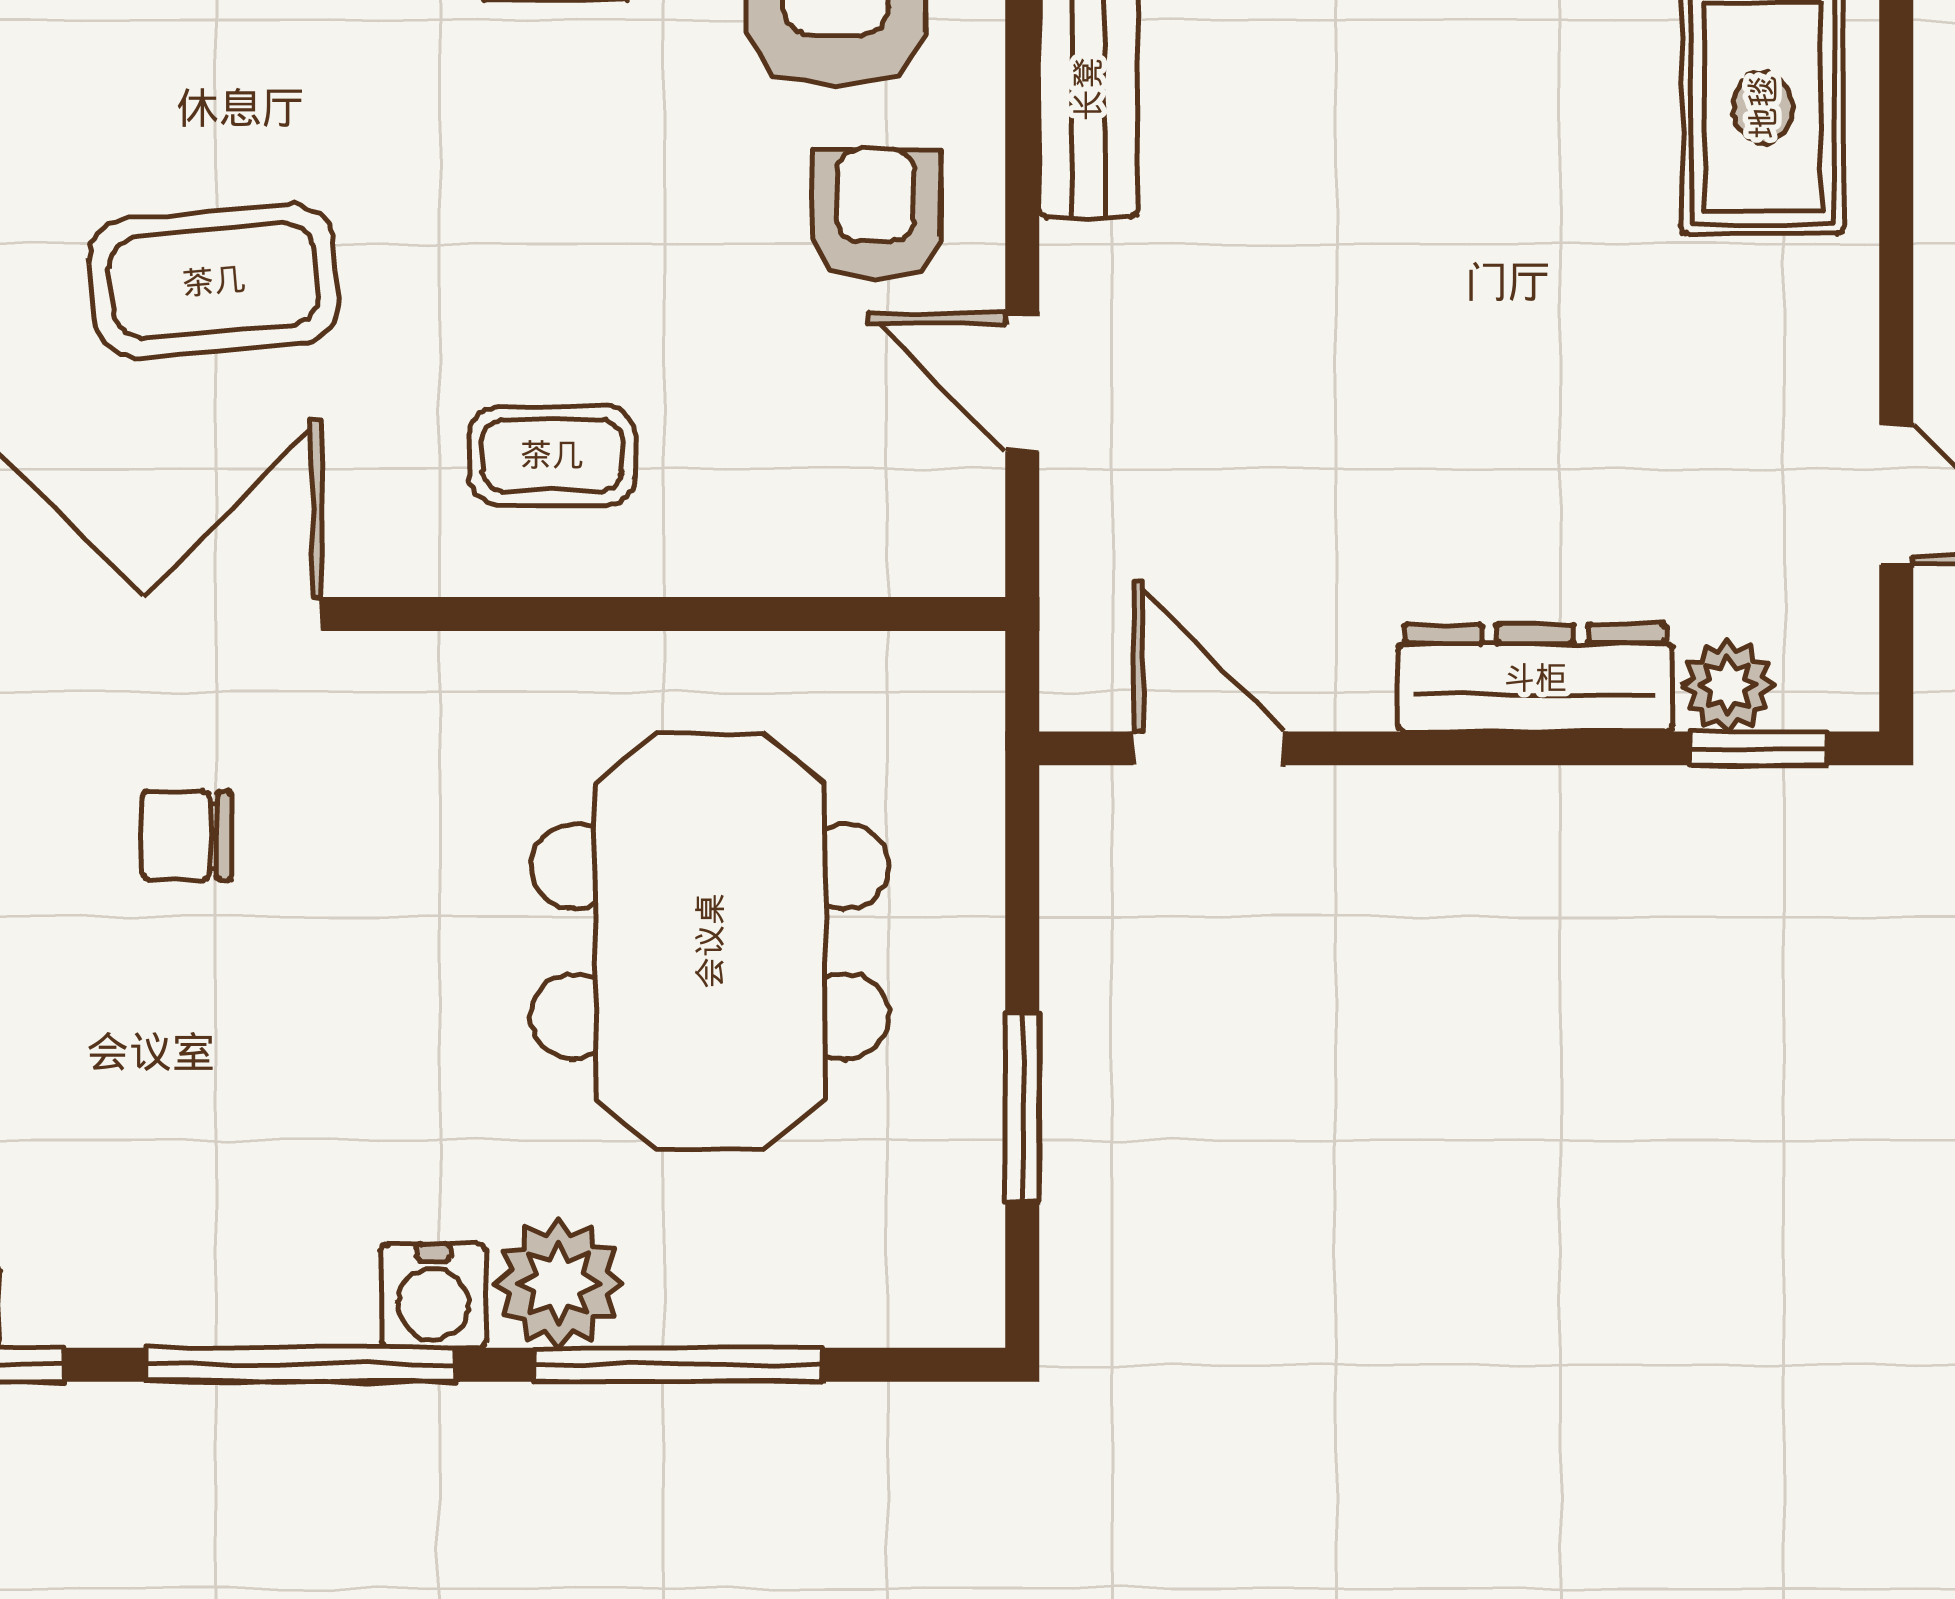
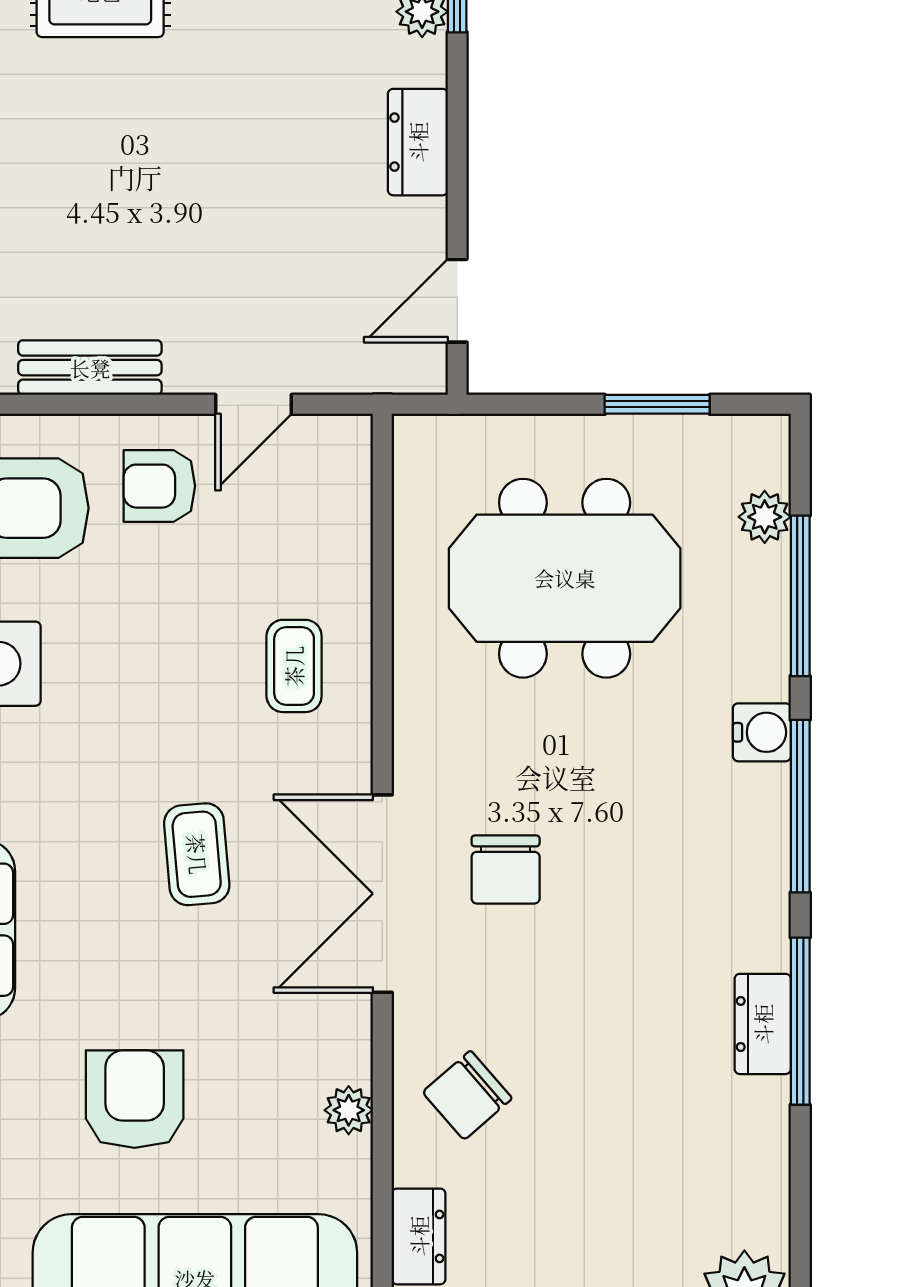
coffee table: (214, 281) -> (197, 854), width x0.73, depth x0.77
dresser: (1535, 678) -> (418, 142), width x0.70
chair: (187, 835) -> (506, 870), width x1.37, depth x1.37
plant: (559, 1283) -> (765, 517), moved, width x0.73, depth x0.73

